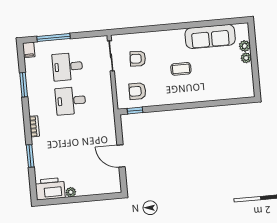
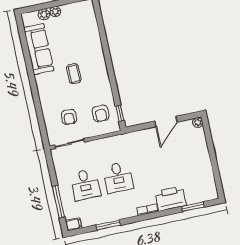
window: (30, 156) -> (193, 207), moved
printer: (50, 189) -> (171, 199), moved, turned 90
plant: (71, 192) -> (198, 122), moved

